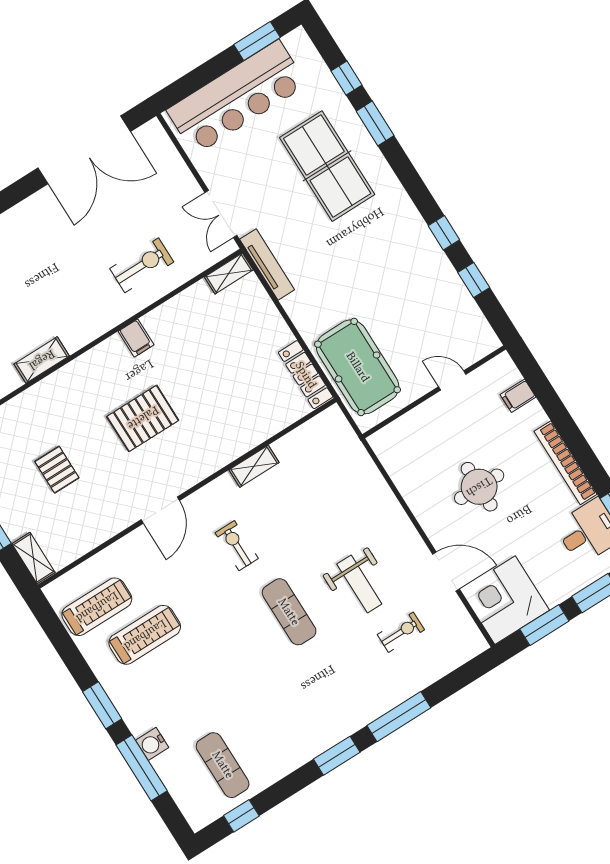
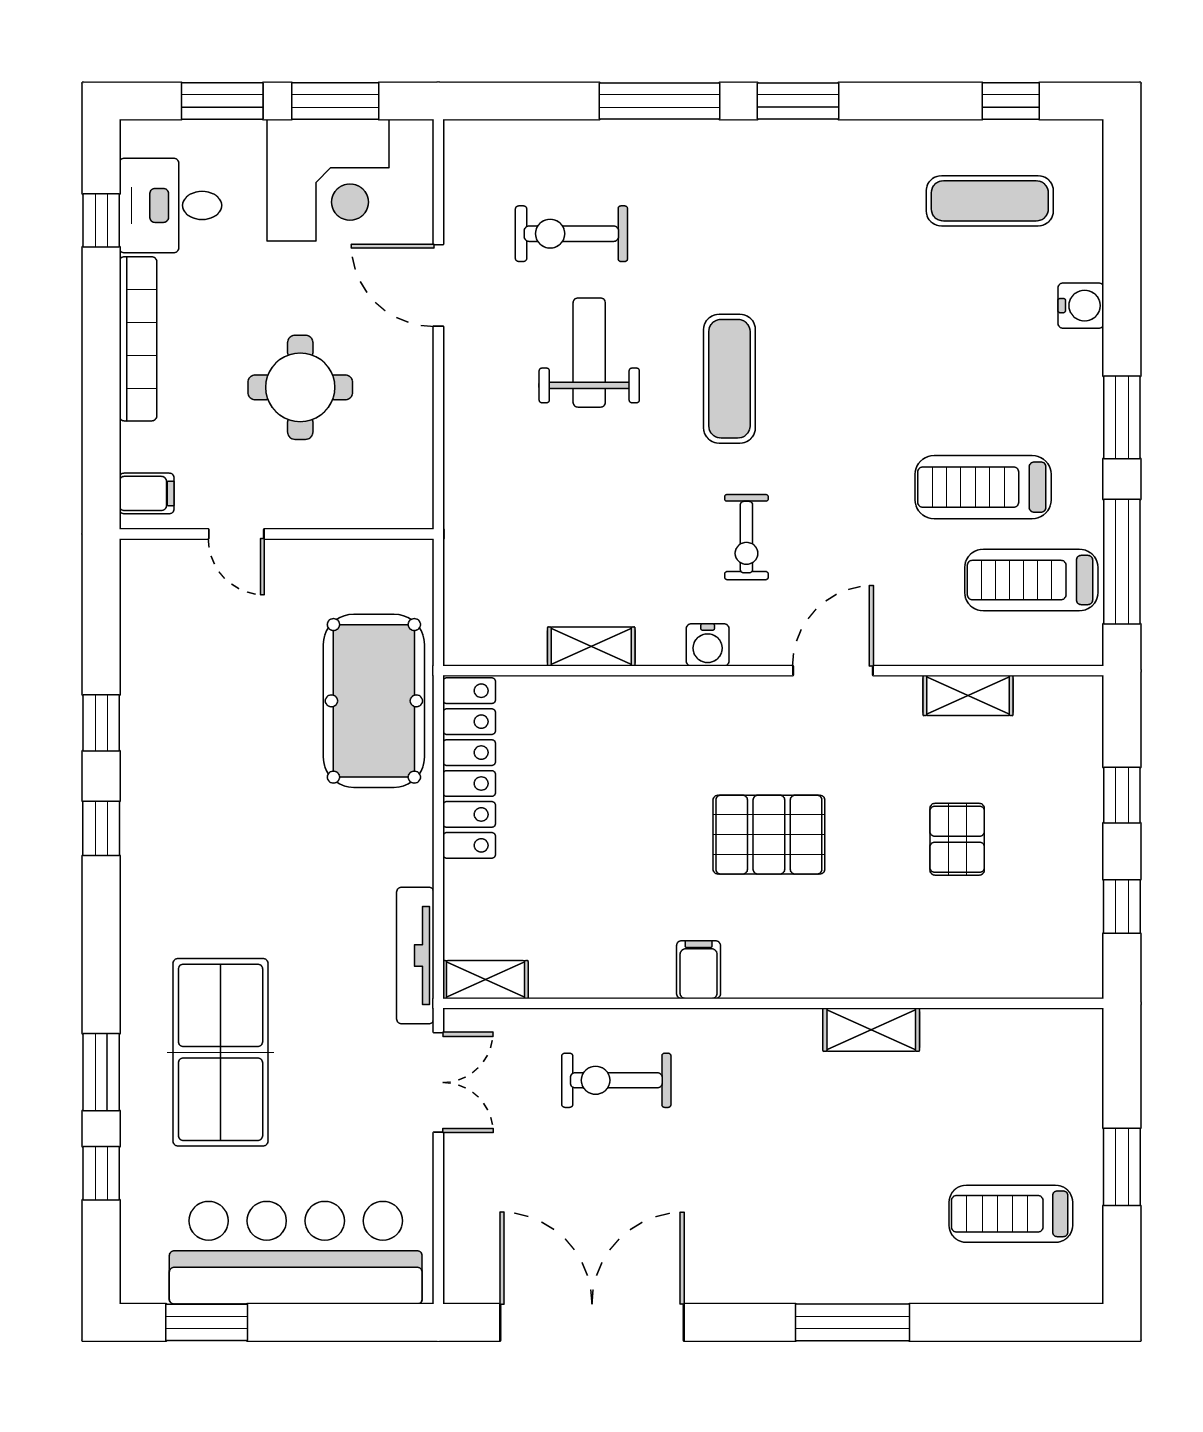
locker: (306, 375) -> (469, 768), width x1.41, depth x1.21
door: (452, 380) -> (236, 534), moved
wall: (434, 392) -> (277, 534), moved
shelving: (254, 466) -> (591, 646), moved
water cooler: (224, 486) -> (708, 645), added
shelving: (34, 558) -> (968, 695), moved, turned 90
corner desk: (505, 600) -> (328, 180), moved
exercise bike: (401, 632) -> (571, 234), width x1.38, depth x1.39
exercise mat: (223, 765) -> (990, 201), turned 90
window: (142, 768) -> (1122, 562), moved

